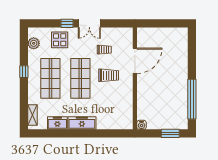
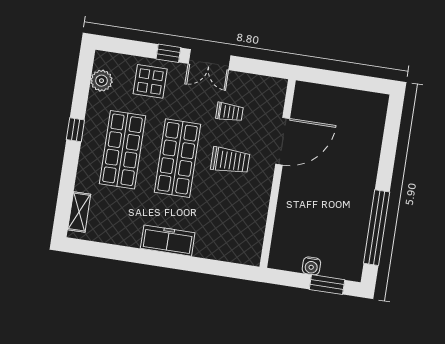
freezer: (57, 123) -> (123, 234), removed
water cooler: (142, 125) -> (311, 266), moved

